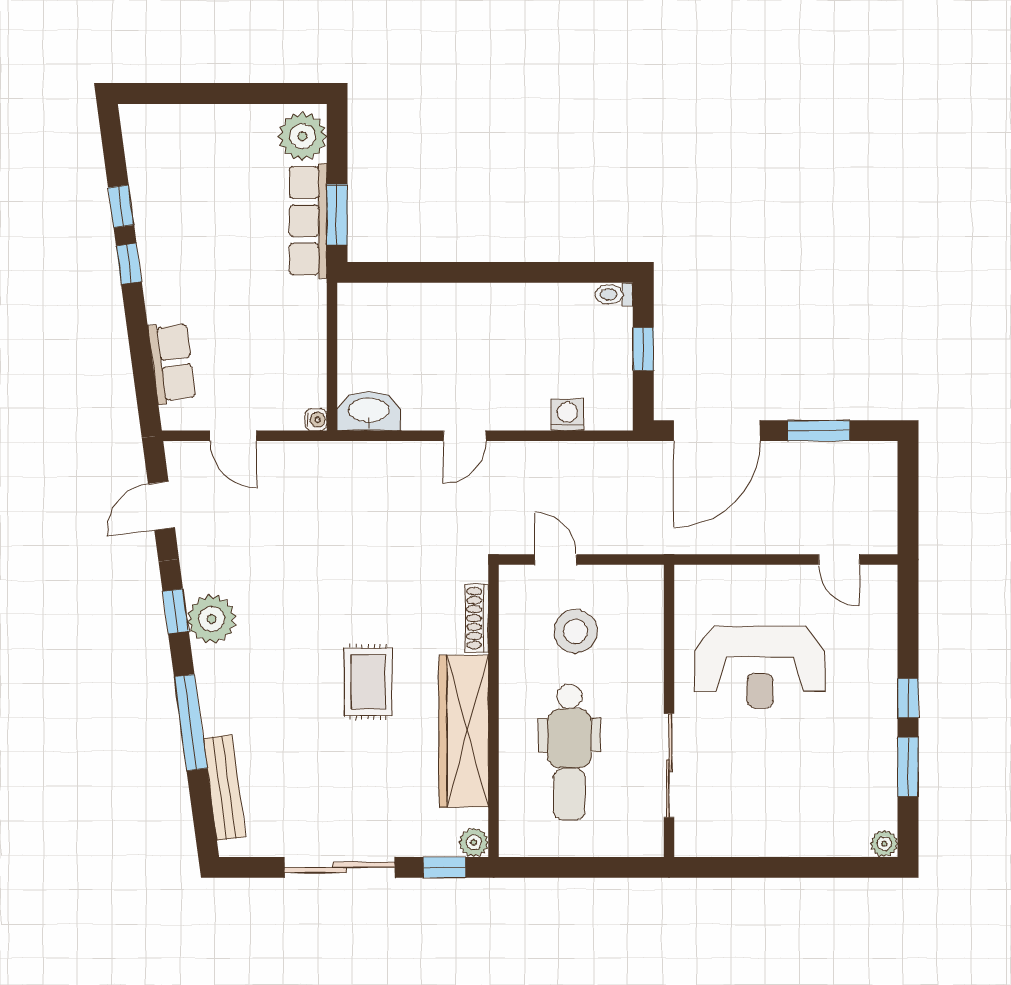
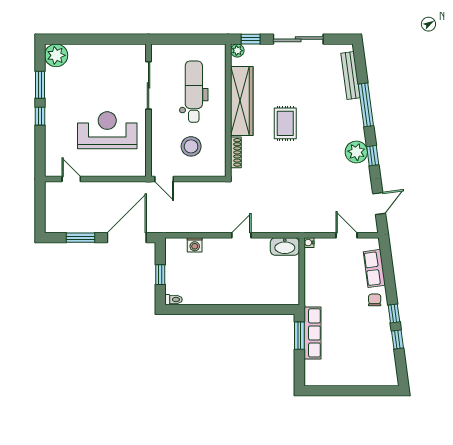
plant: (303, 136) -> (315, 371), removed
chair: (171, 293) -> (375, 300), added
door: (556, 560) -> (164, 179), moved
plant: (884, 844) -> (56, 55), width x1.88, depth x1.88

